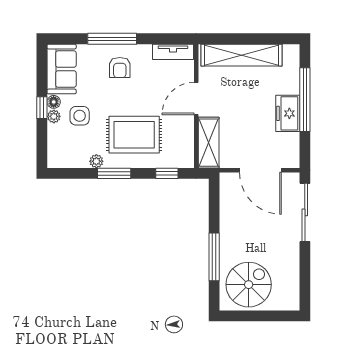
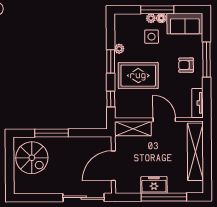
window: (42, 108) -> (157, 10), width x2.17
rug: (134, 135) -> (138, 76), turned 90

